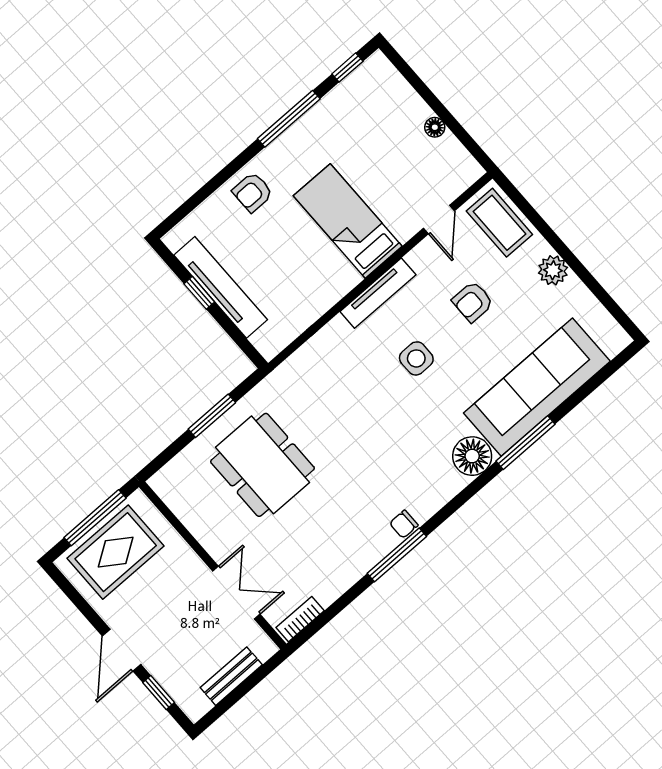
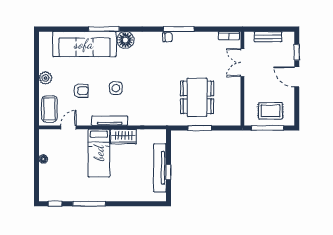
armchair: (252, 192) -> (122, 190), removed
wardrobe: (330, 286) -> (123, 137), added
rug: (116, 552) -> (271, 111), width x0.73, depth x0.70
door: (121, 650) -> (297, 77), swing flipped

